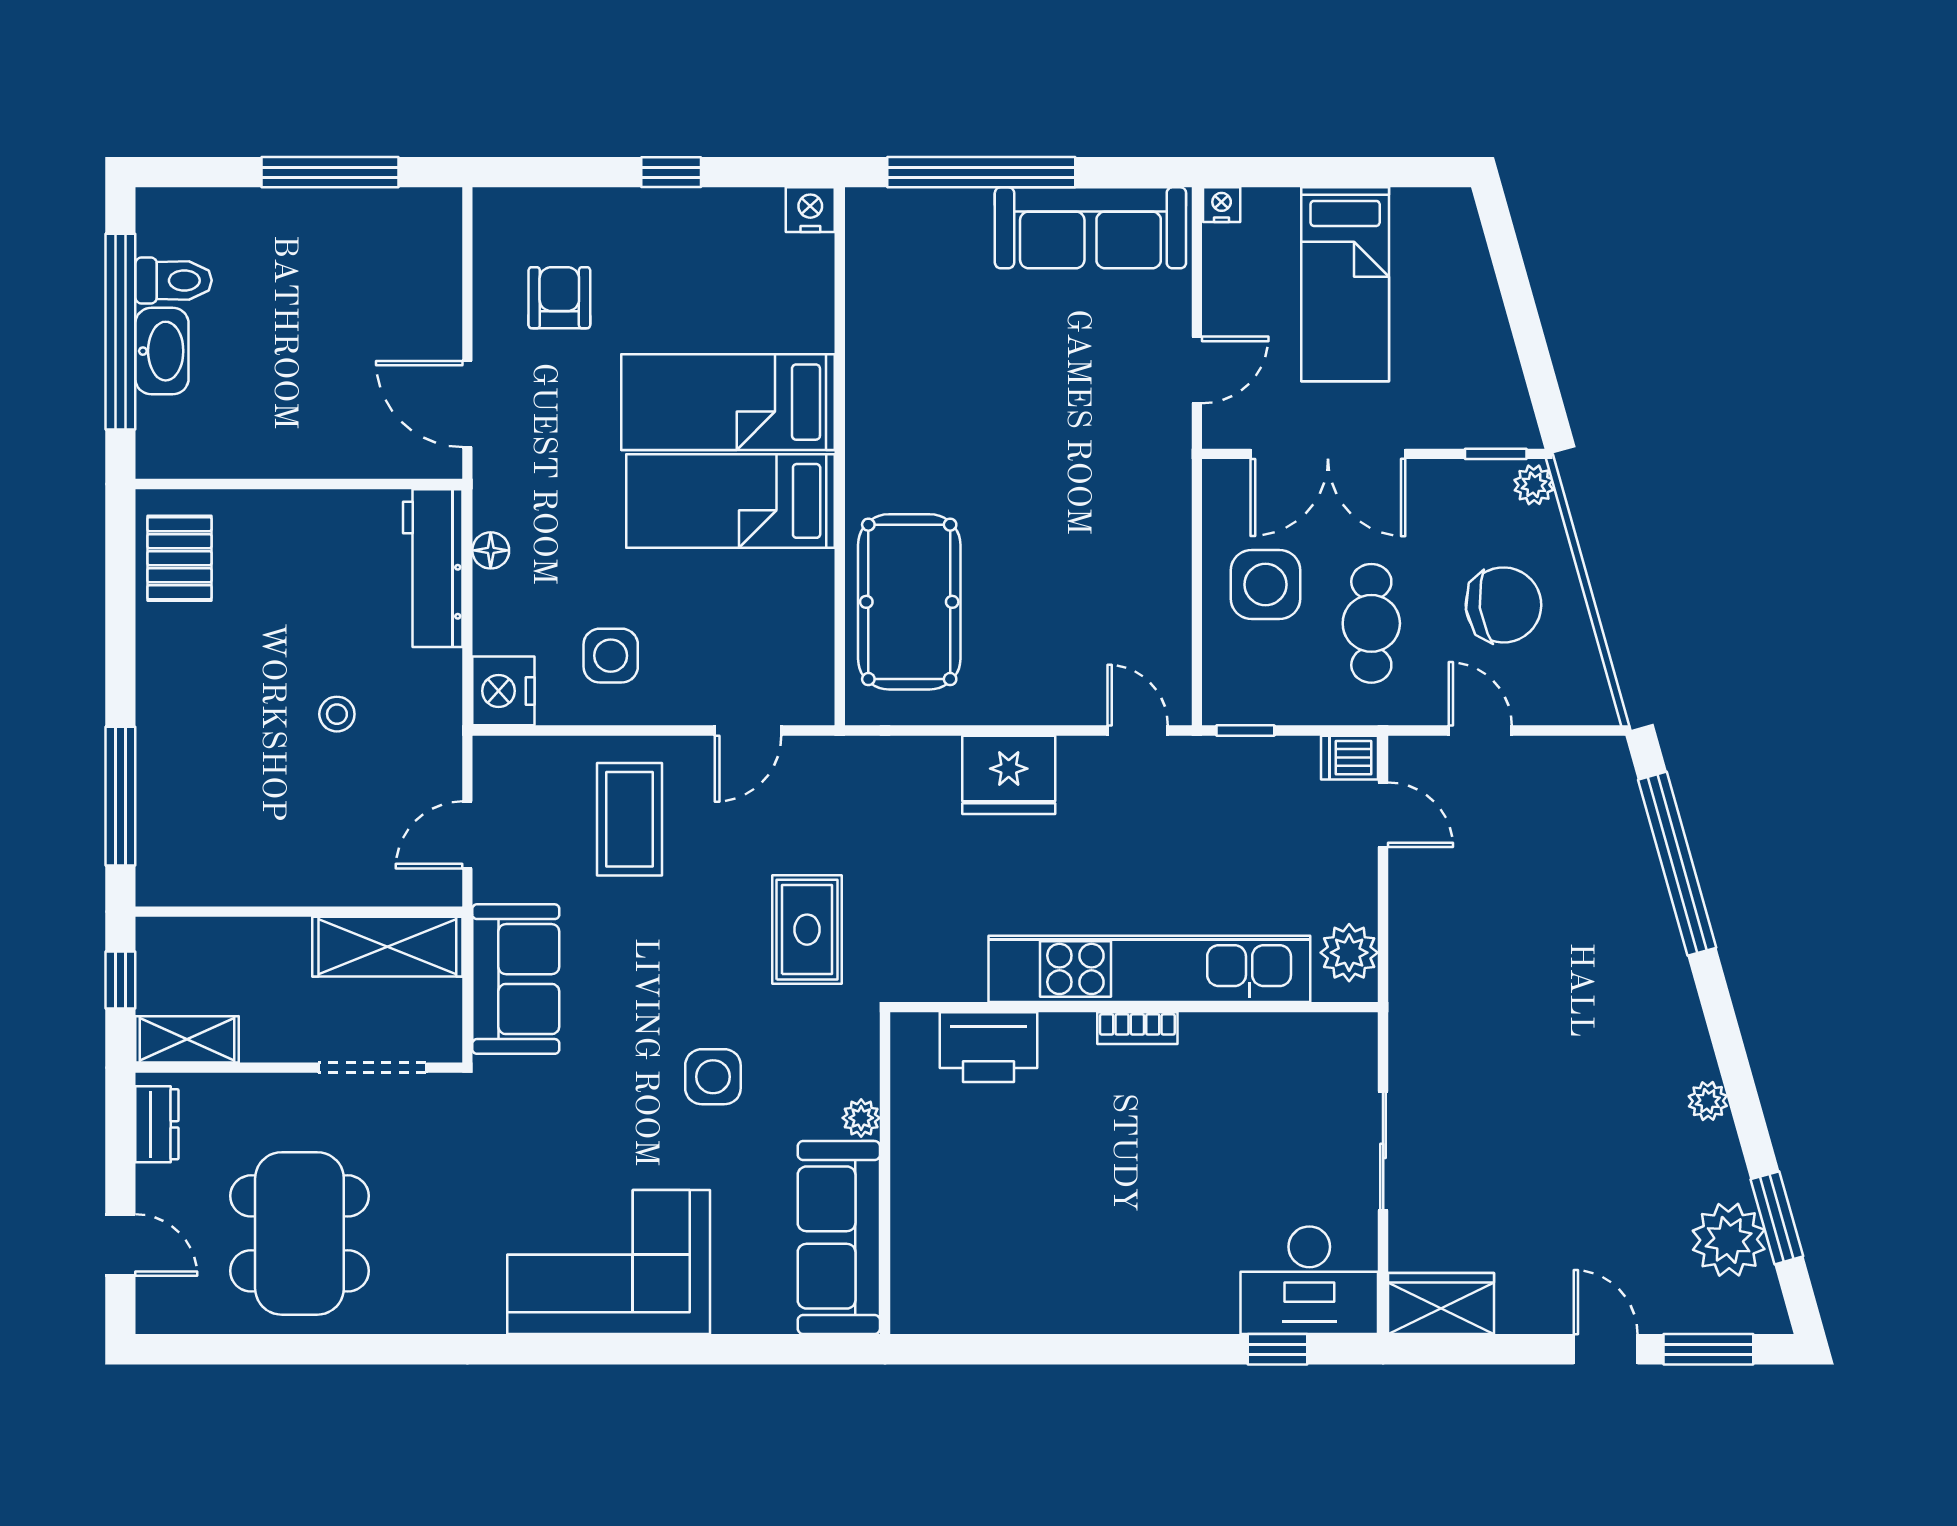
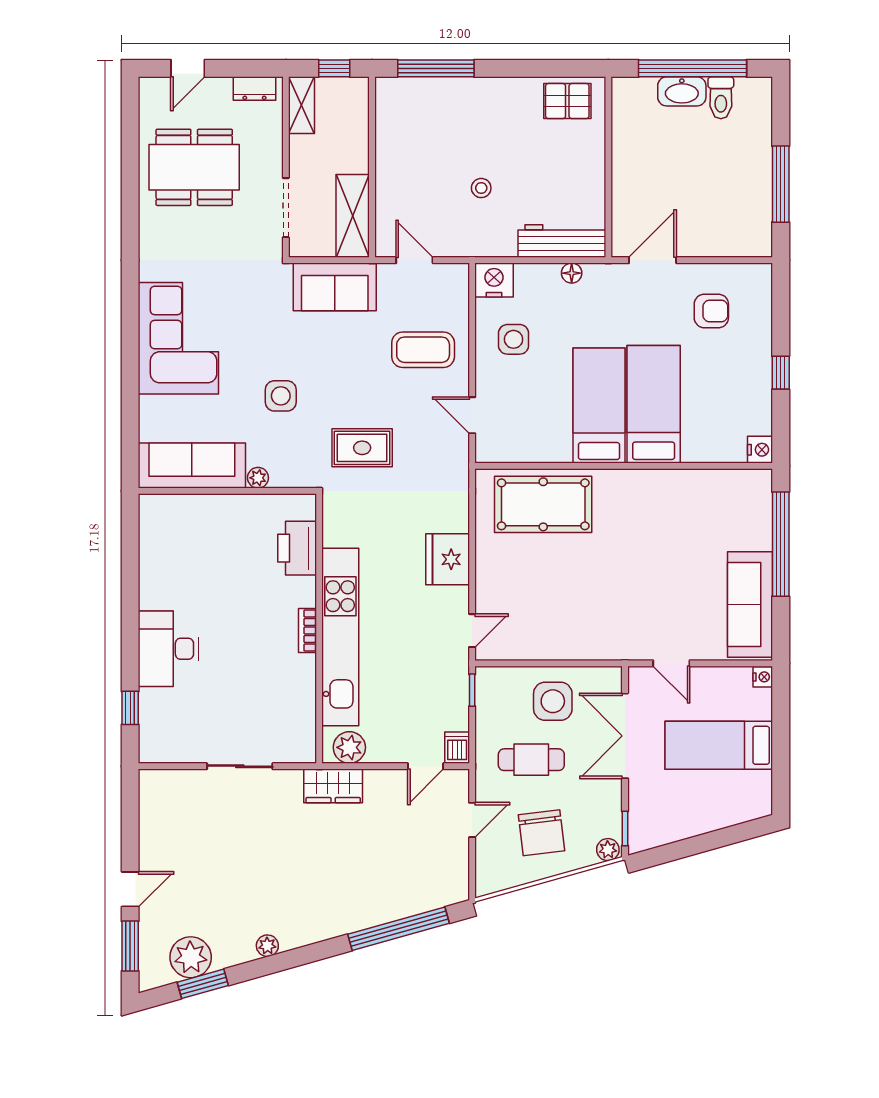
desk: (1309, 1280) -> (168, 649), moved
wardrobe: (1441, 1303) -> (333, 786), moved, turned 90

